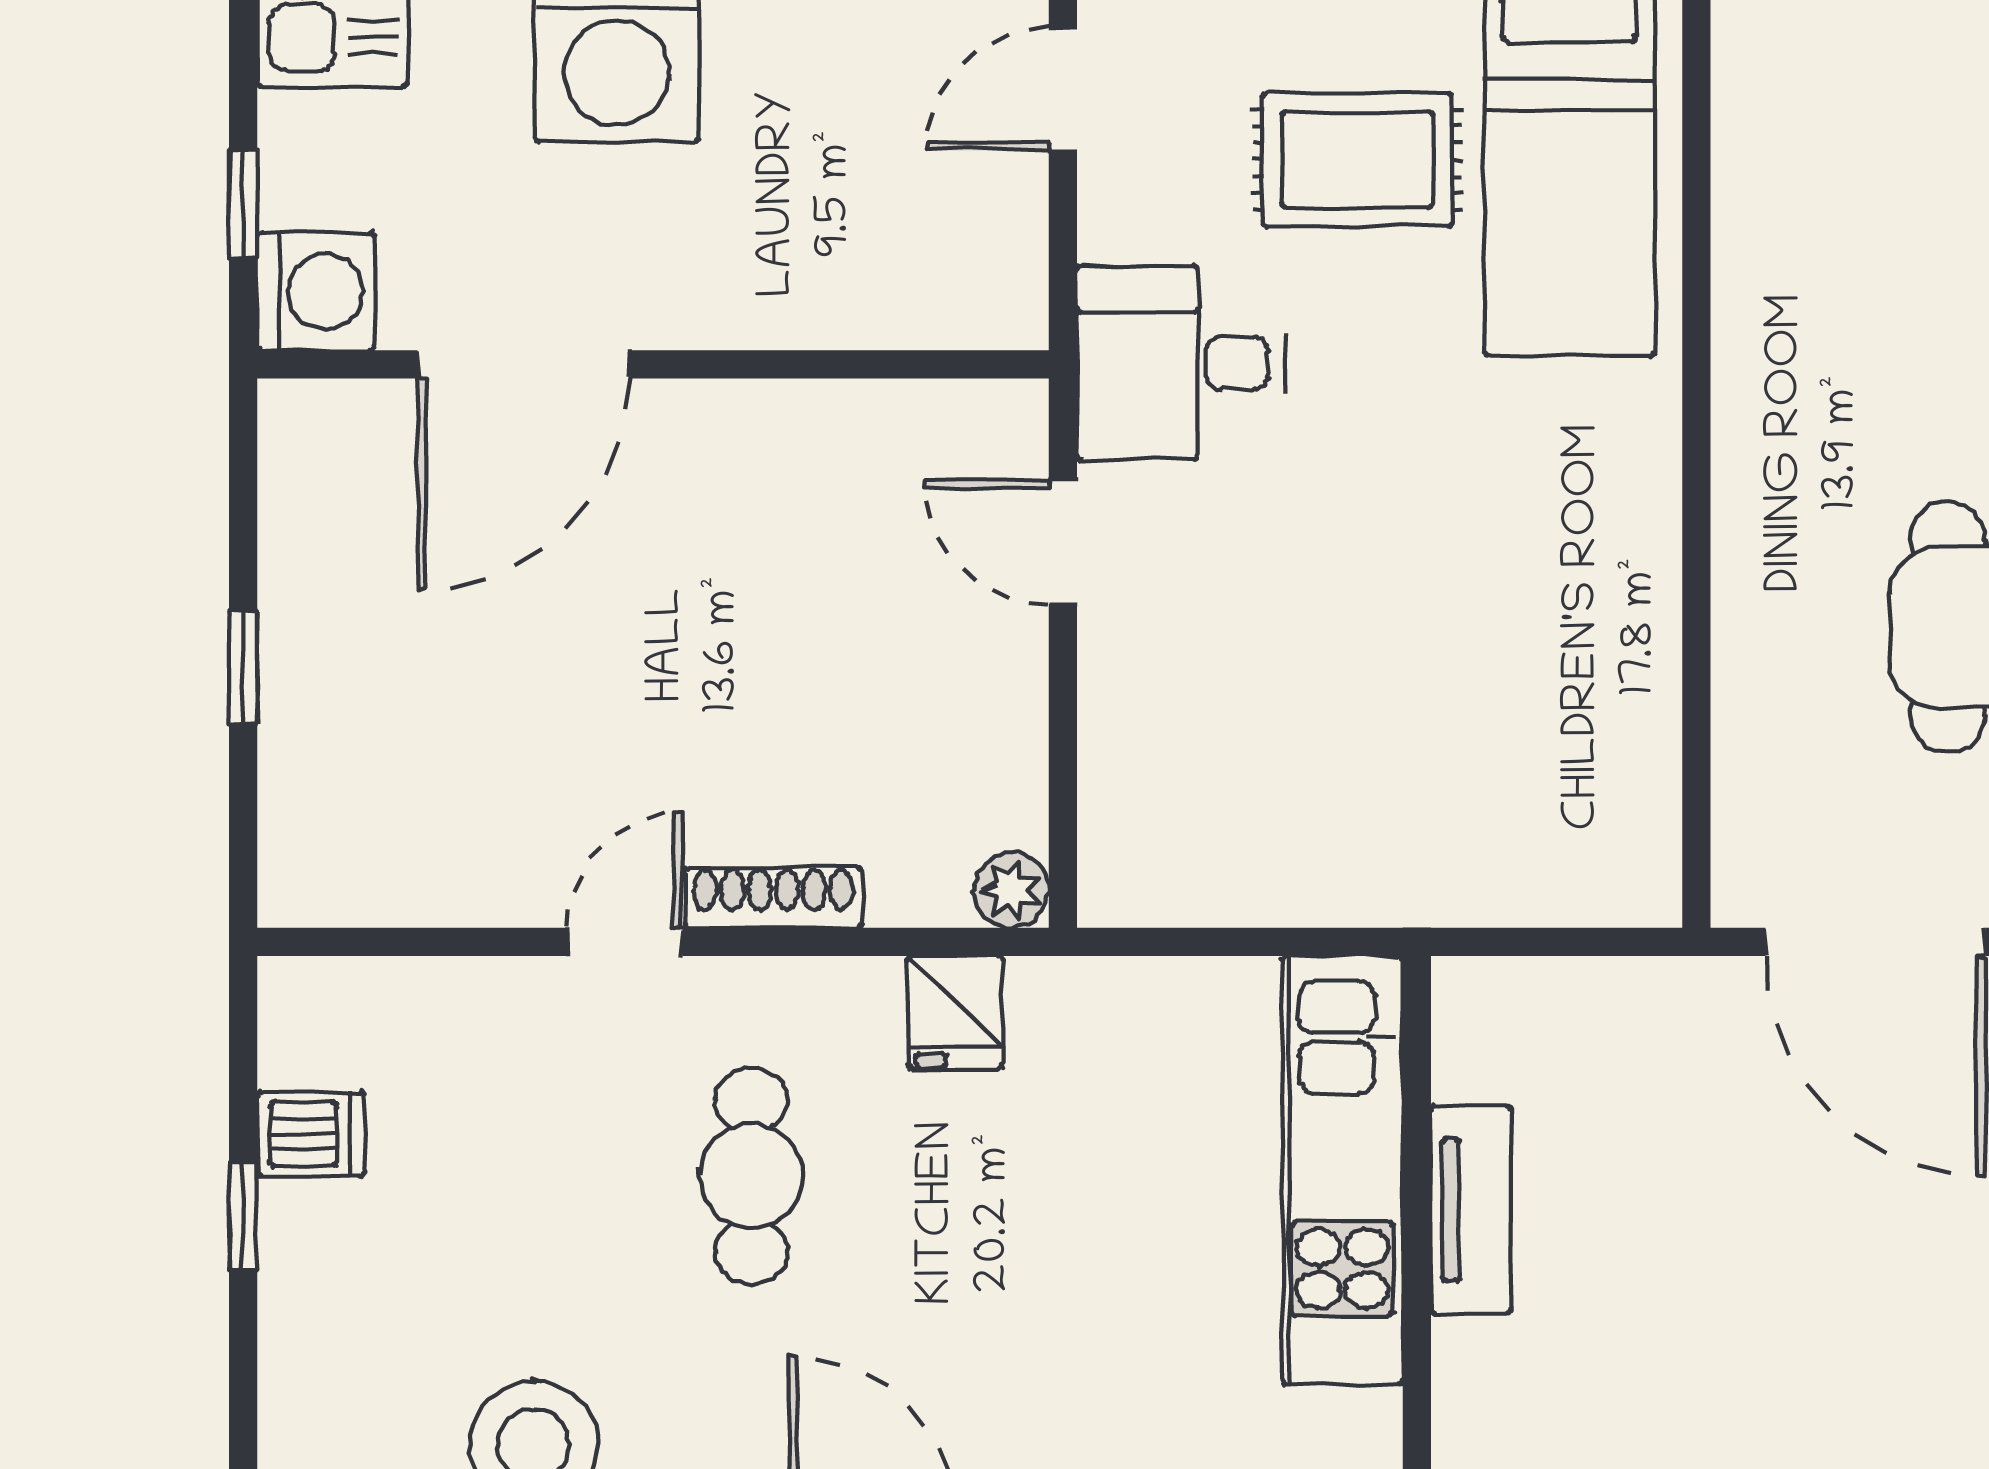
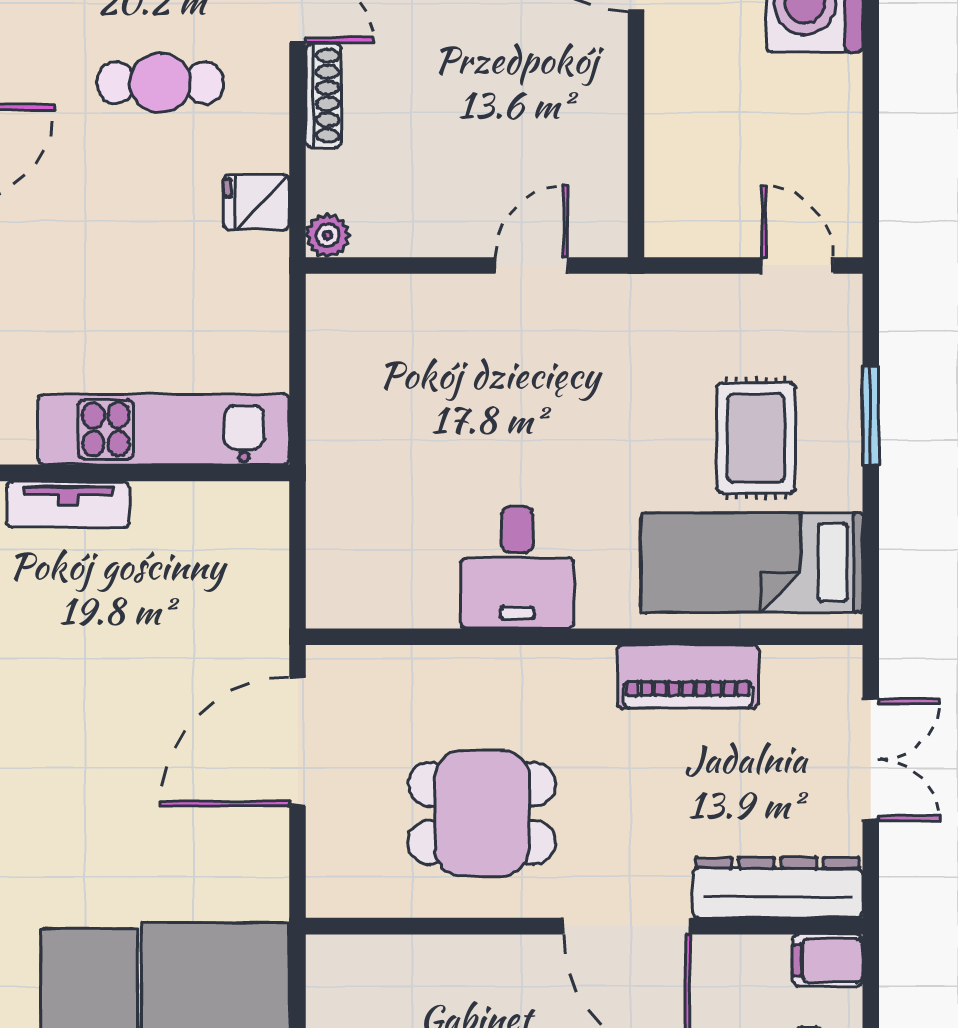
piano: (1764, 276) -> (688, 677), added
desk: (1181, 363) -> (517, 567), moved, turned 180
tv unit: (1471, 1210) -> (68, 504), moved

